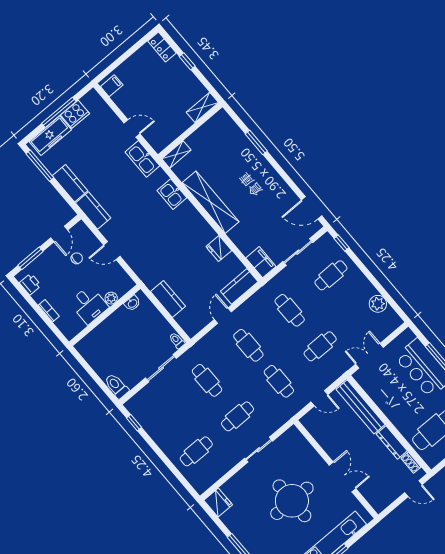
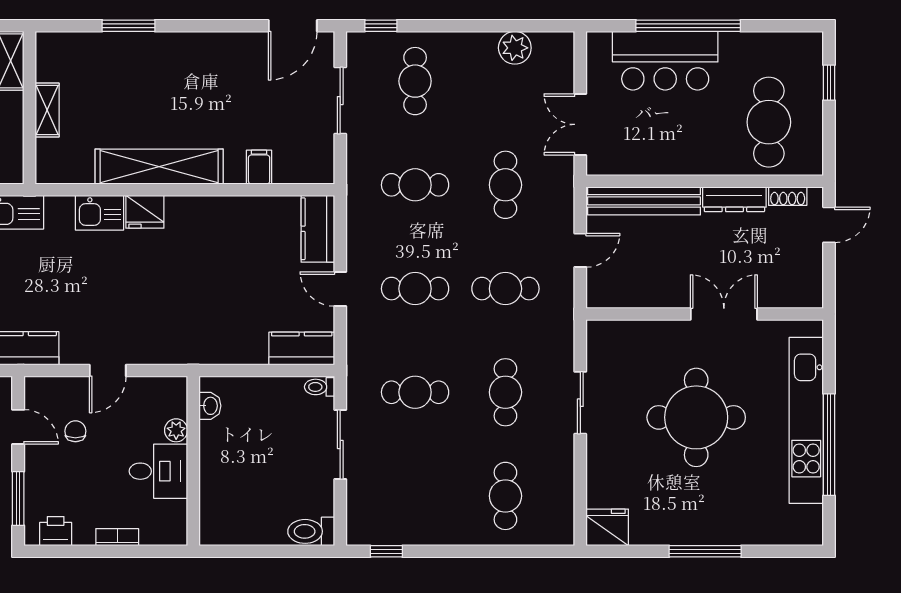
shelving: (176, 154) -> (47, 110), moved
fridge: (219, 249) -> (145, 212), moved
filing cabinet: (261, 262) -> (259, 167), moved, width x0.50
kitchen counter: (168, 299) -> (302, 348), moved

